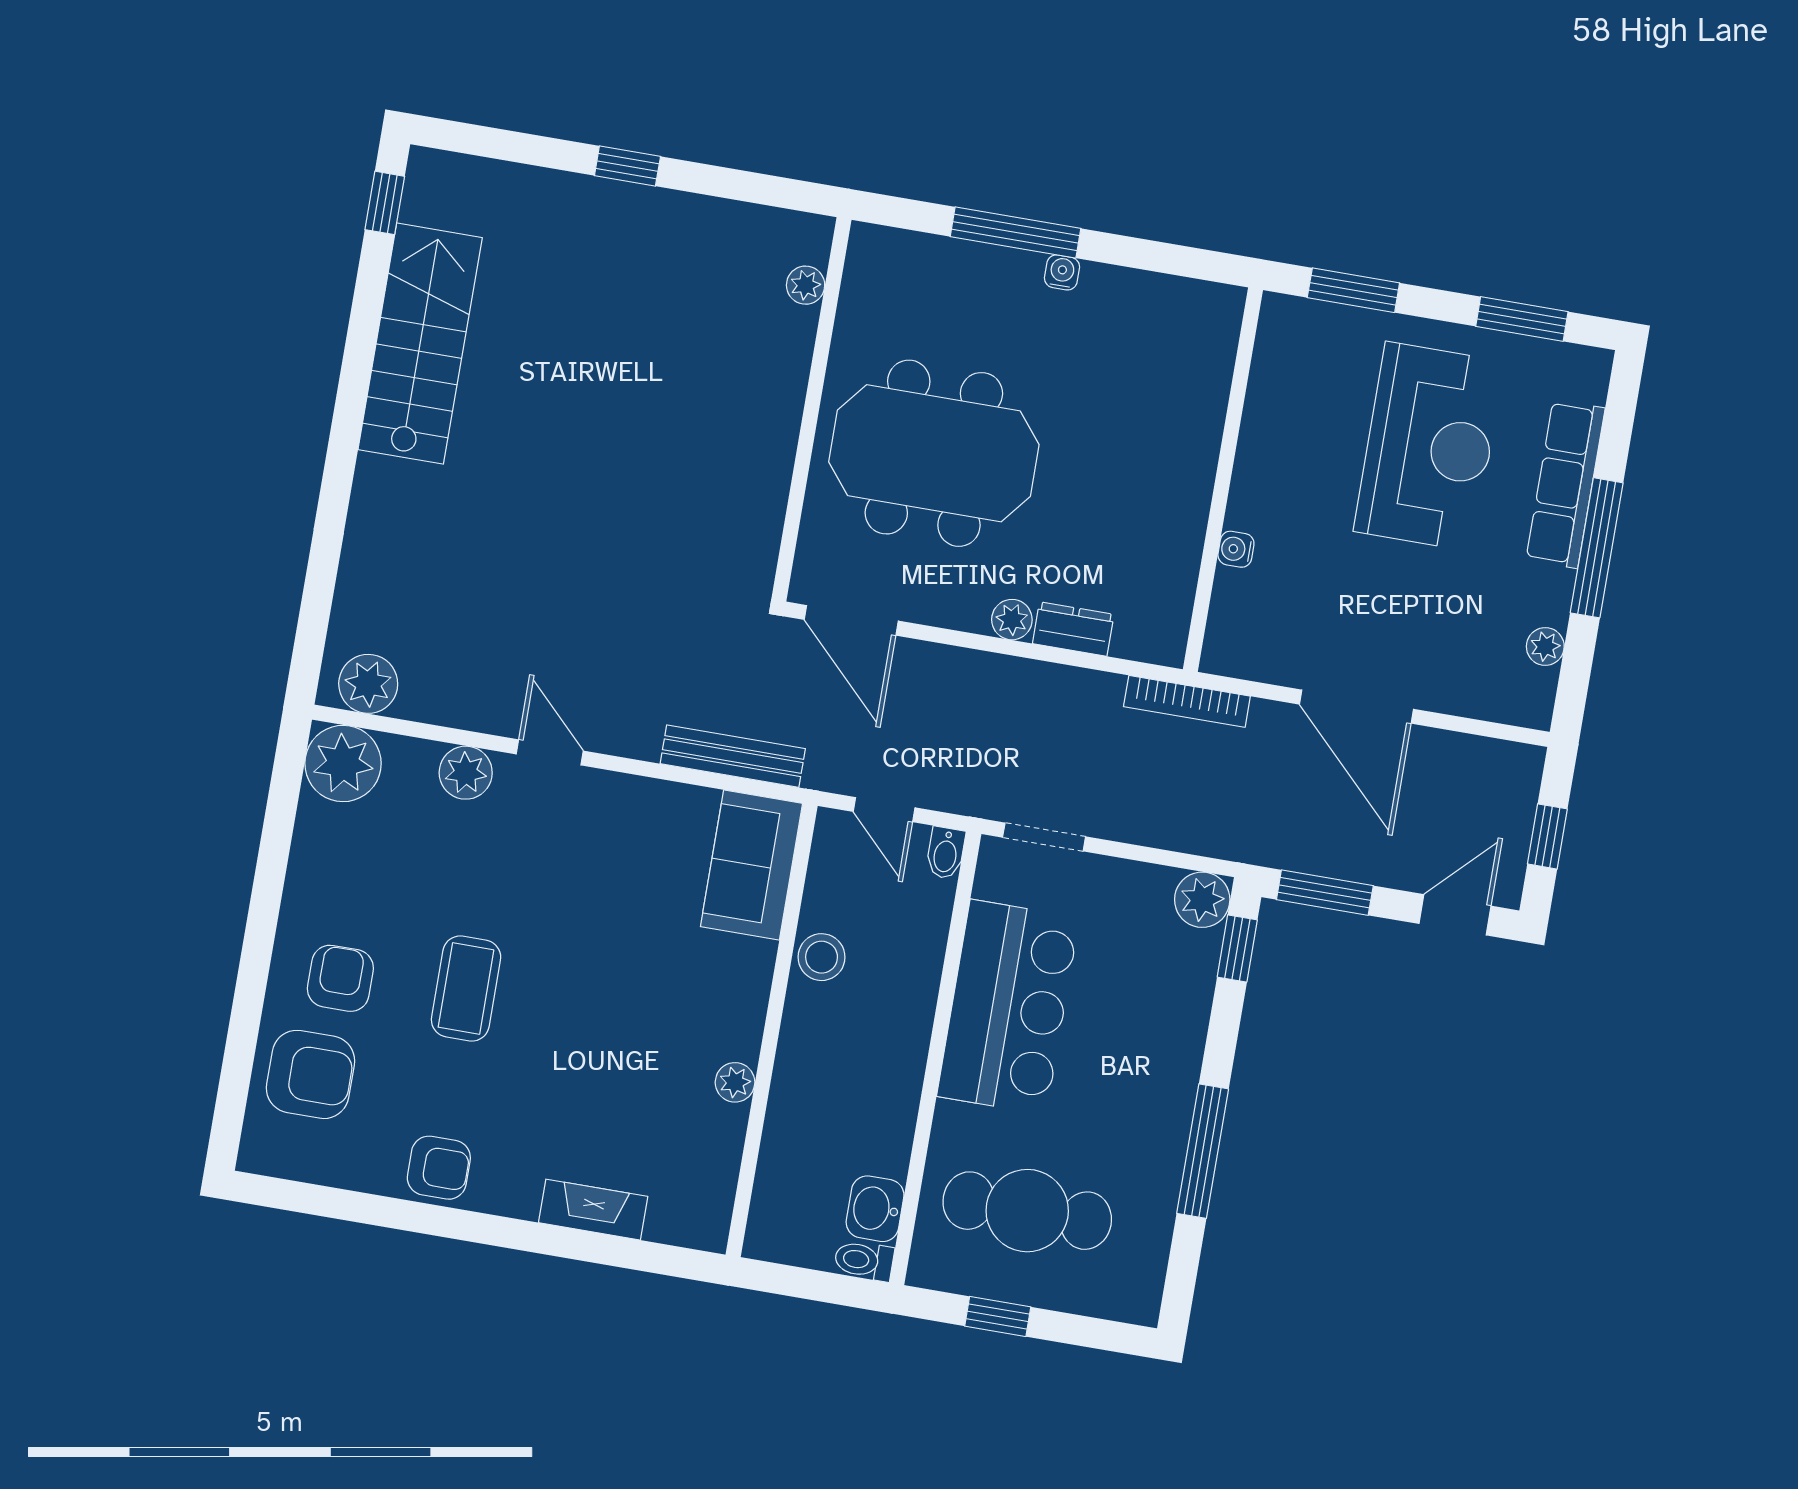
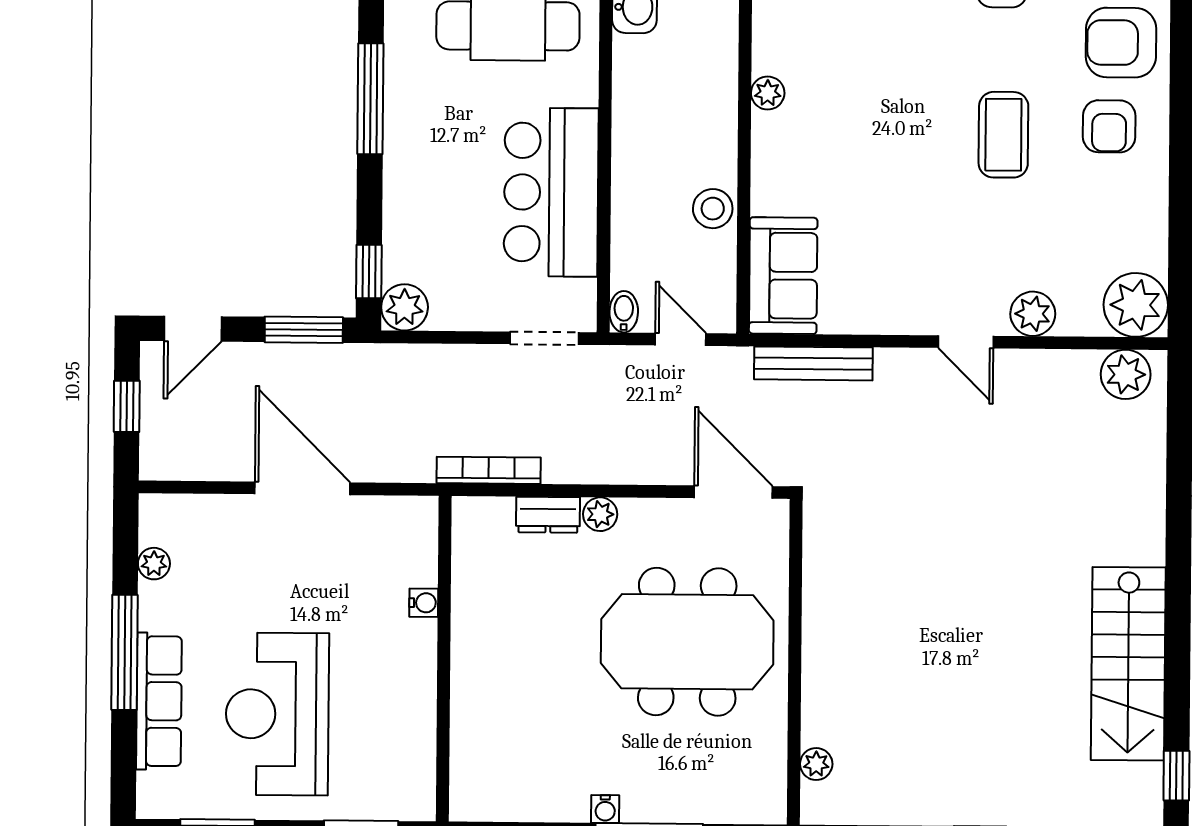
bookcase: (1187, 701) -> (489, 470), moved

